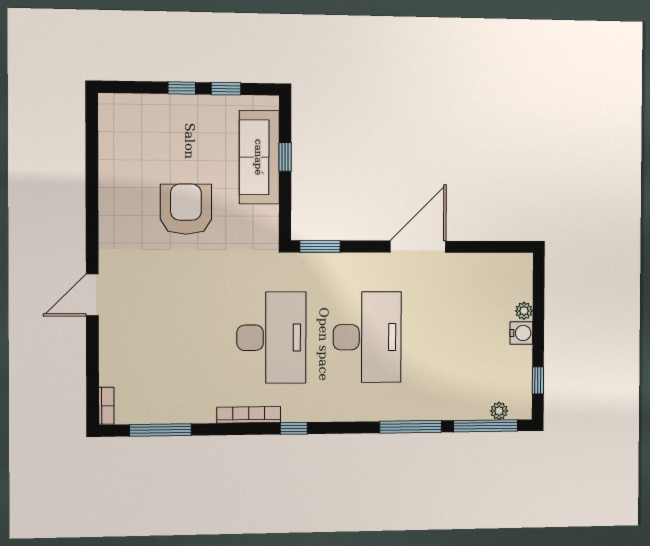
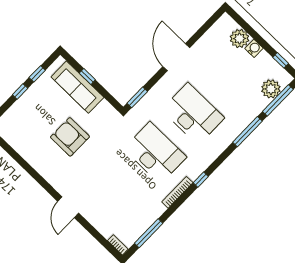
plant: (524, 311) -> (240, 38), width x1.88, depth x1.88
plant: (499, 411) -> (271, 89), width x1.88, depth x1.88

